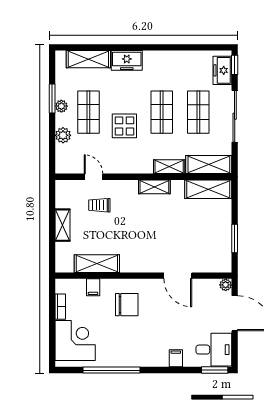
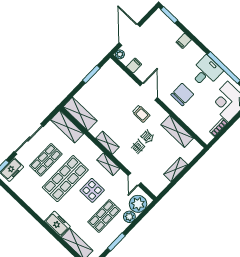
plant: (61, 106) -> (138, 204), moved, width x1.88, depth x1.88
shop shelf: (162, 112) -> (65, 179), width x1.43, depth x1.36
shelving: (169, 167) -> (108, 164), moved
trolley: (99, 205) -> (141, 114), moved
door: (178, 276) -> (149, 92), moved
filing cabinet: (93, 287) -> (134, 66), moved
chair: (127, 305) -> (182, 94), turned 90
desk: (214, 350) -> (206, 72), moved, turned 90

